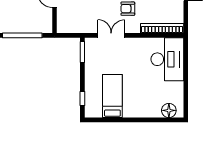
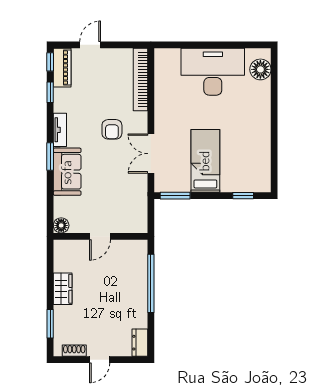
desk: (167, 59) -> (213, 72), moved
bed: (112, 96) -> (205, 161), moved, turned 90

